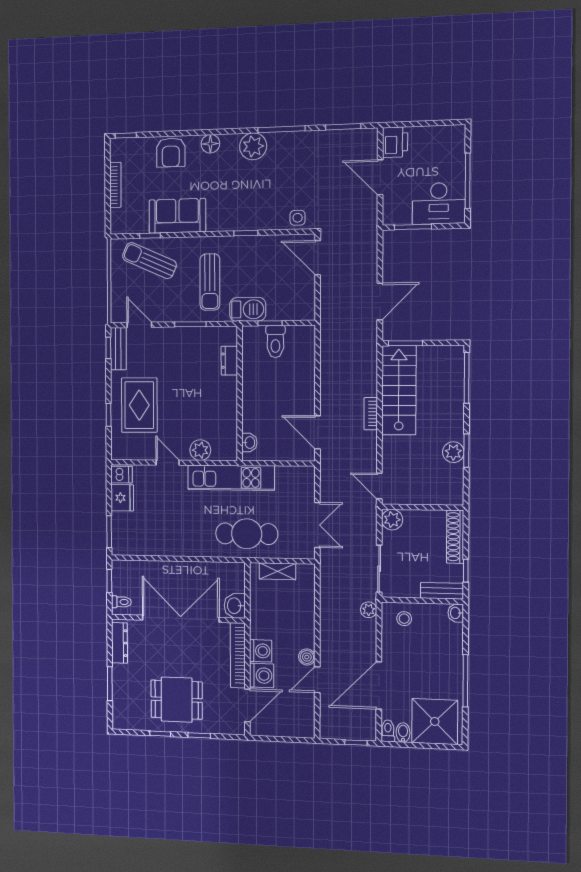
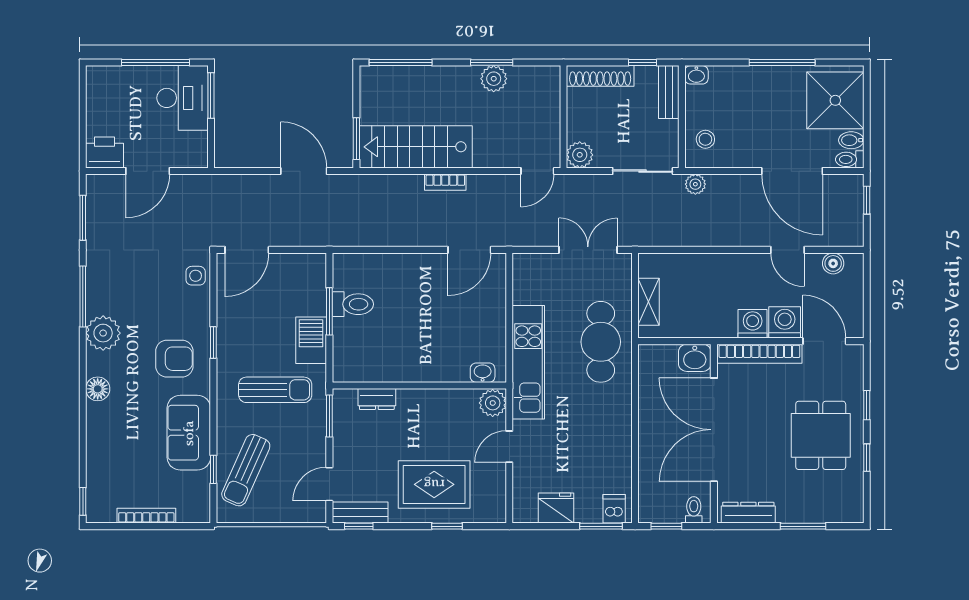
armchair: (171, 152) -> (174, 359), moved
window: (413, 227) -> (211, 95), moved
window: (270, 323) -> (329, 311), width x1.50
dresser: (229, 361) -> (377, 399), moved
wall: (240, 393) -> (419, 386), moved
washbasin: (249, 443) -> (483, 373), moved
dishwasher: (122, 475) -> (614, 509), moved
boiler: (307, 657) -> (833, 263), moved

